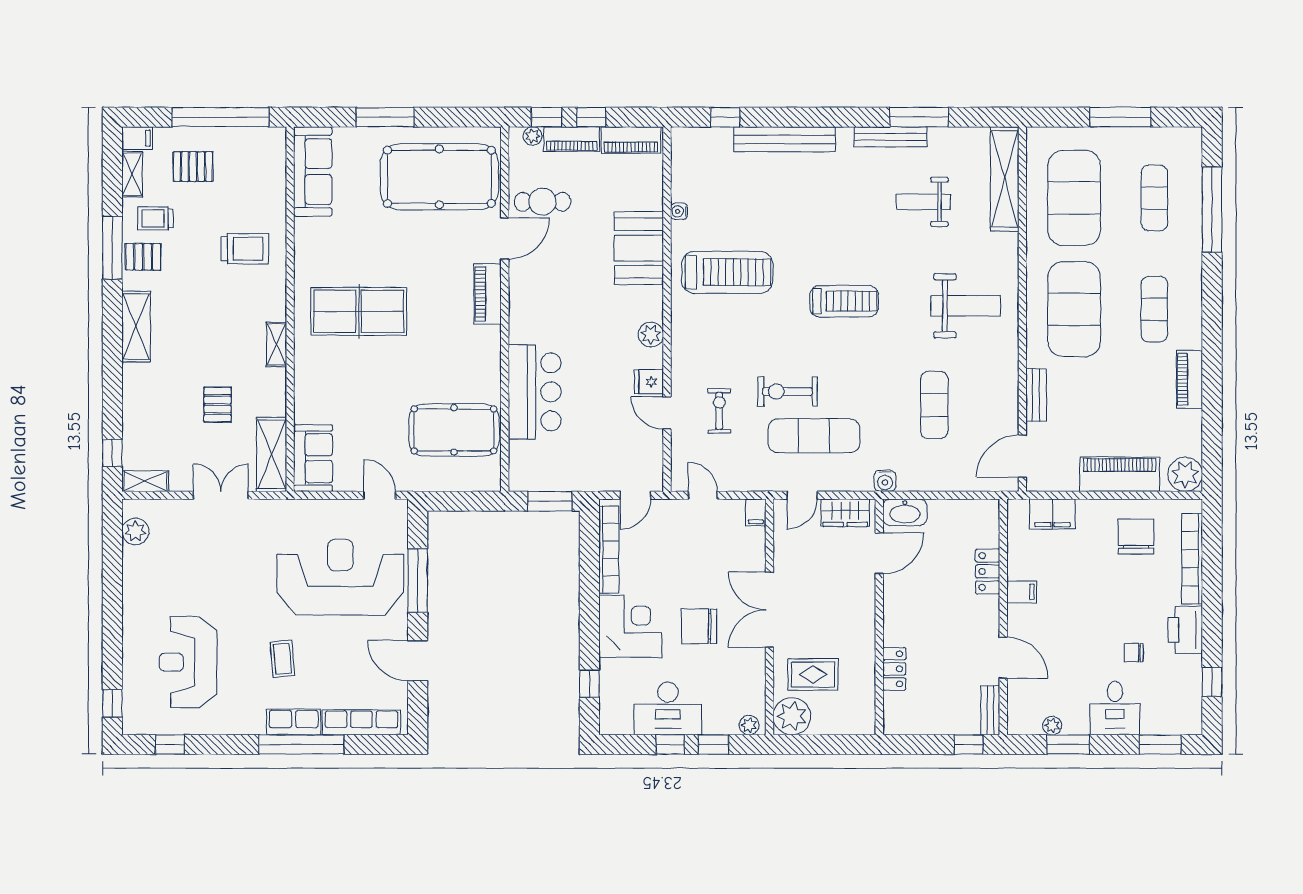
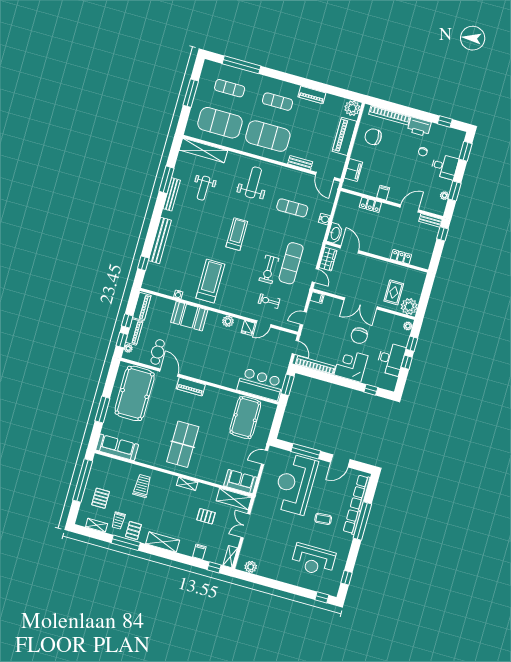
filing cabinet: (137, 138) -> (199, 552), moved
bar counter: (535, 392) -> (260, 384), moved
water cooler: (885, 481) -> (324, 219), moved

